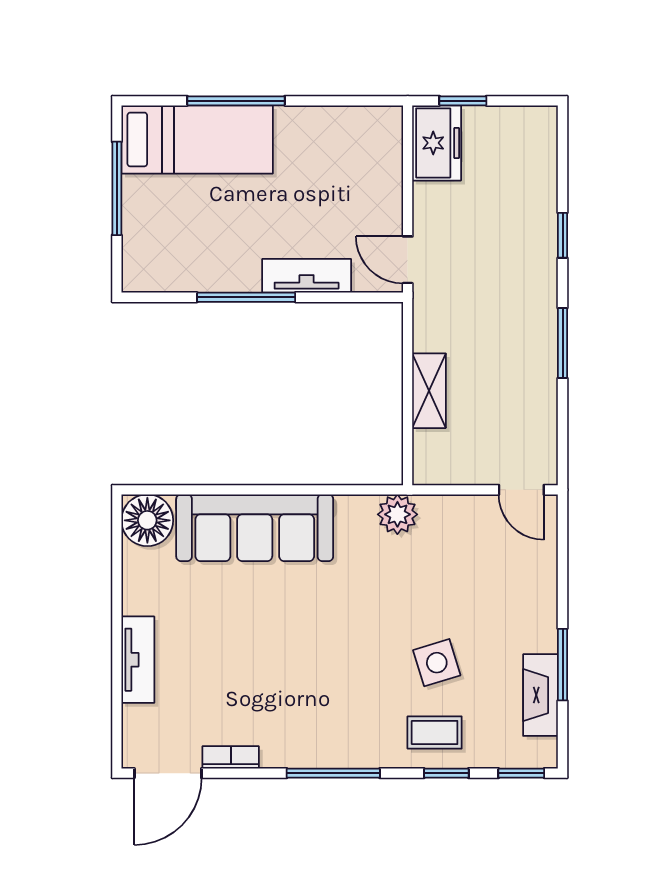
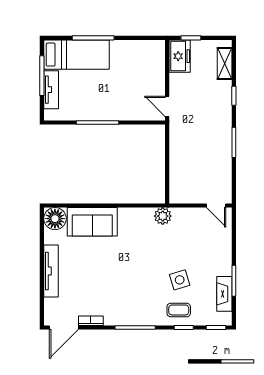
tv unit: (307, 276) -> (51, 90), moved, turned 90
shelving: (429, 391) -> (225, 64), moved
sofa: (255, 528) -> (92, 222), width x0.73
tv unit: (138, 660) -> (51, 271), width x1.41

